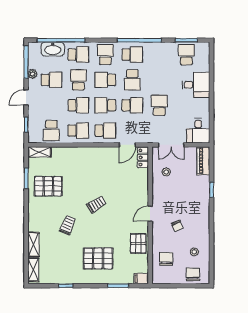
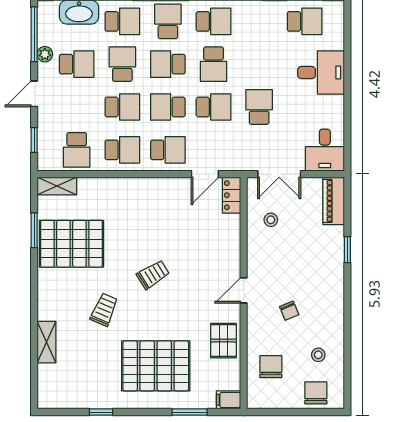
school desk: (186, 55) -> (305, 21), turned 90
pallet: (48, 186) -> (71, 244), width x1.37, depth x1.41
pallet: (98, 258) -> (156, 366), width x1.37, depth x1.41
shelving: (33, 270) -> (46, 385), removed

